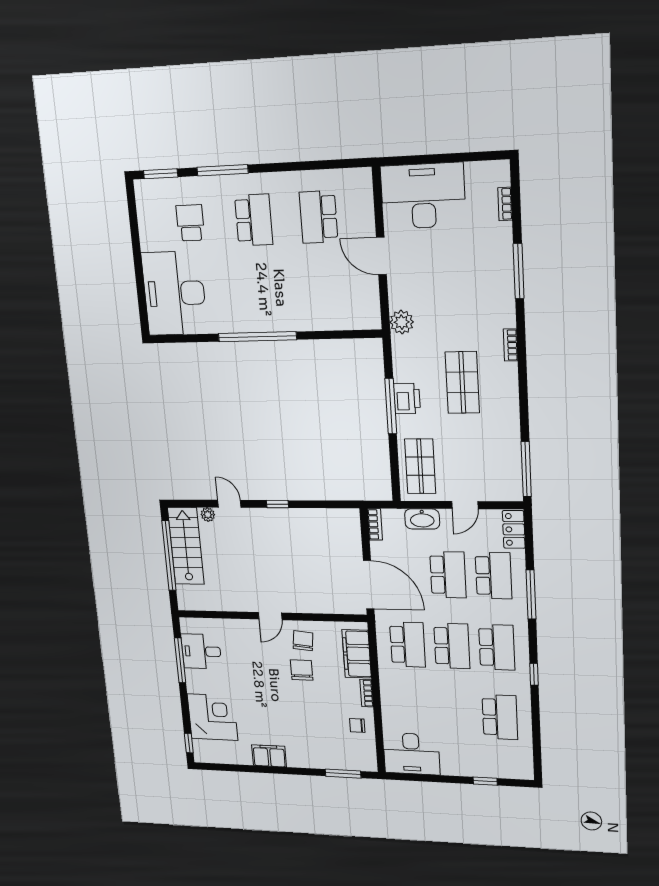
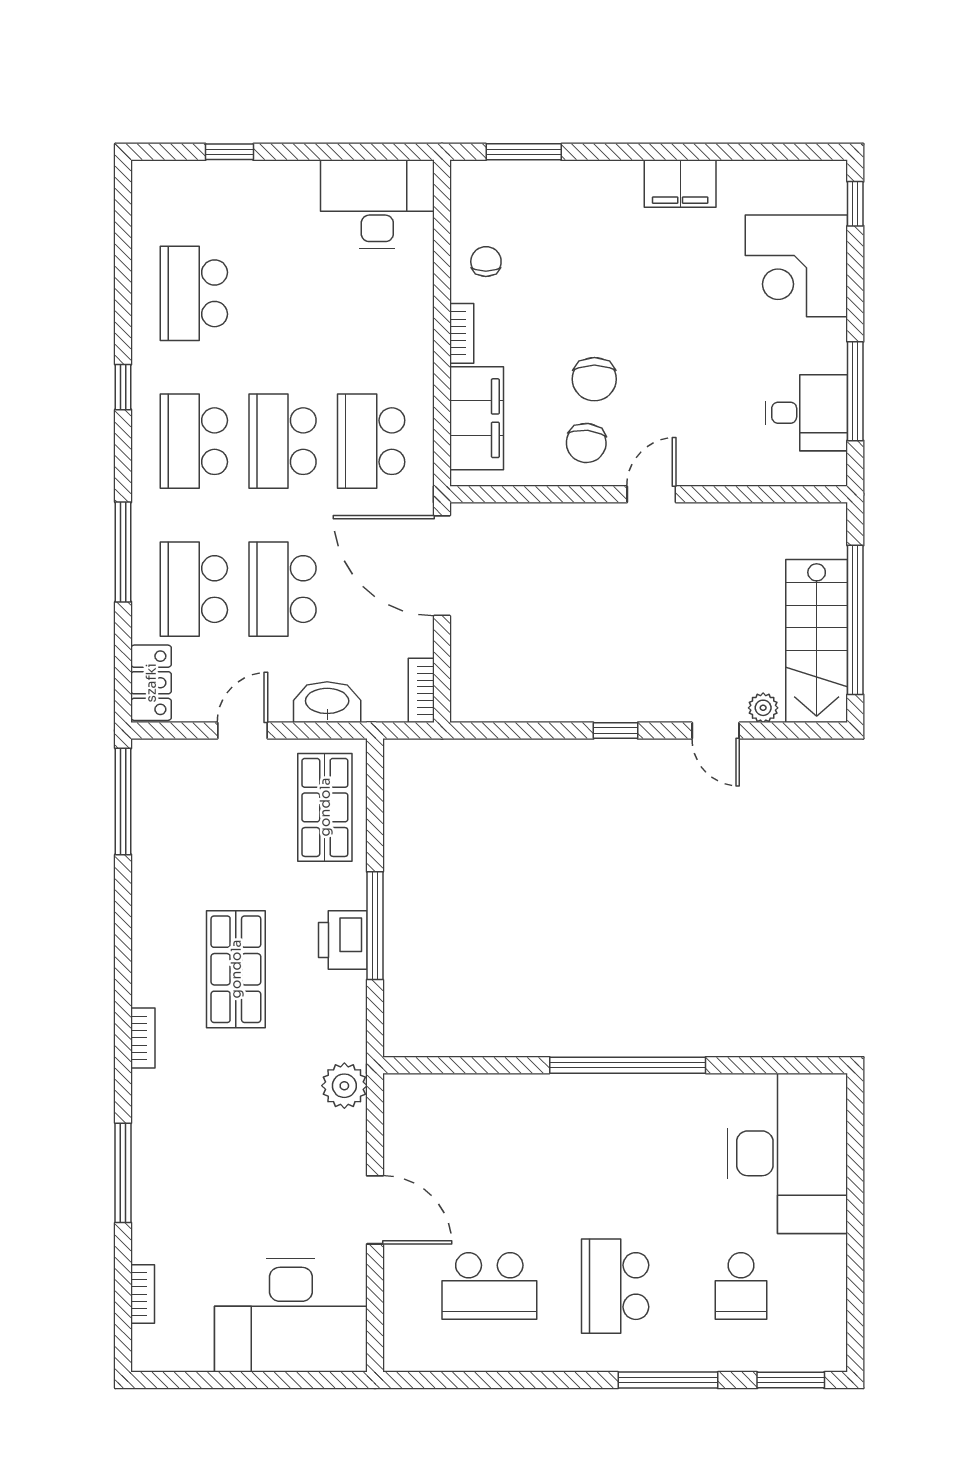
school desk: (319, 217) -> (489, 1286), turned 90
chair: (357, 725) -> (486, 262), turned -90

